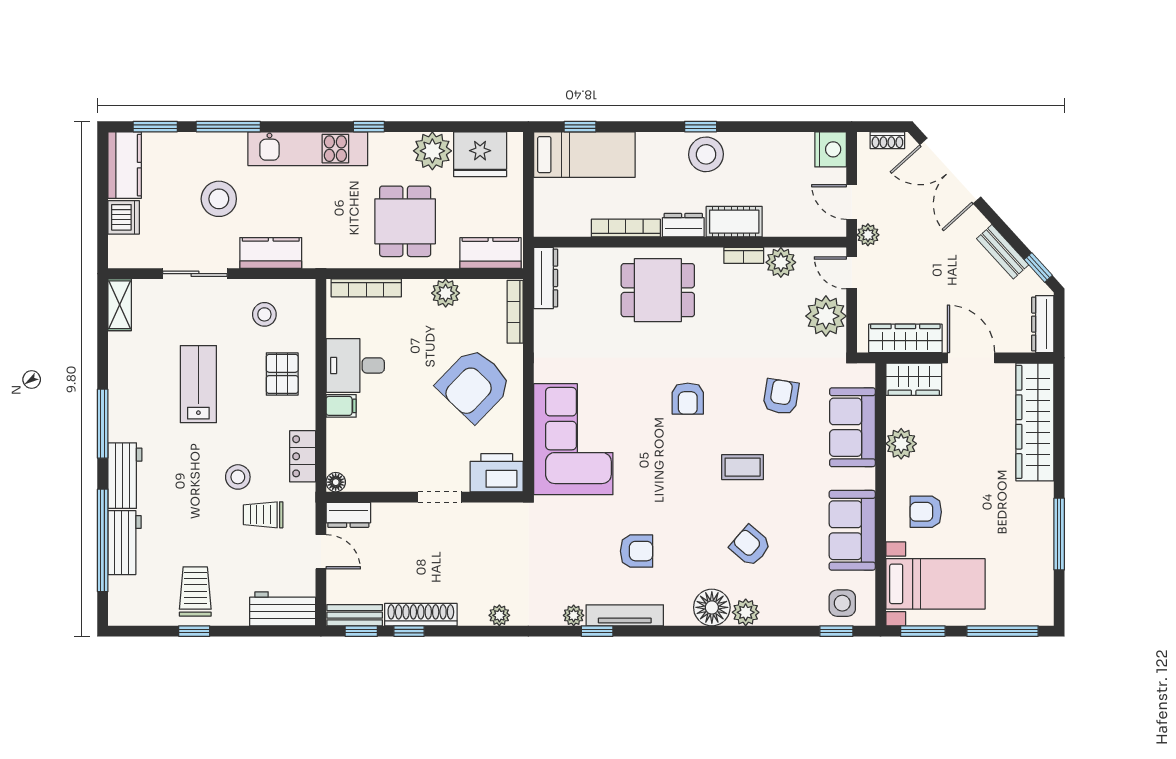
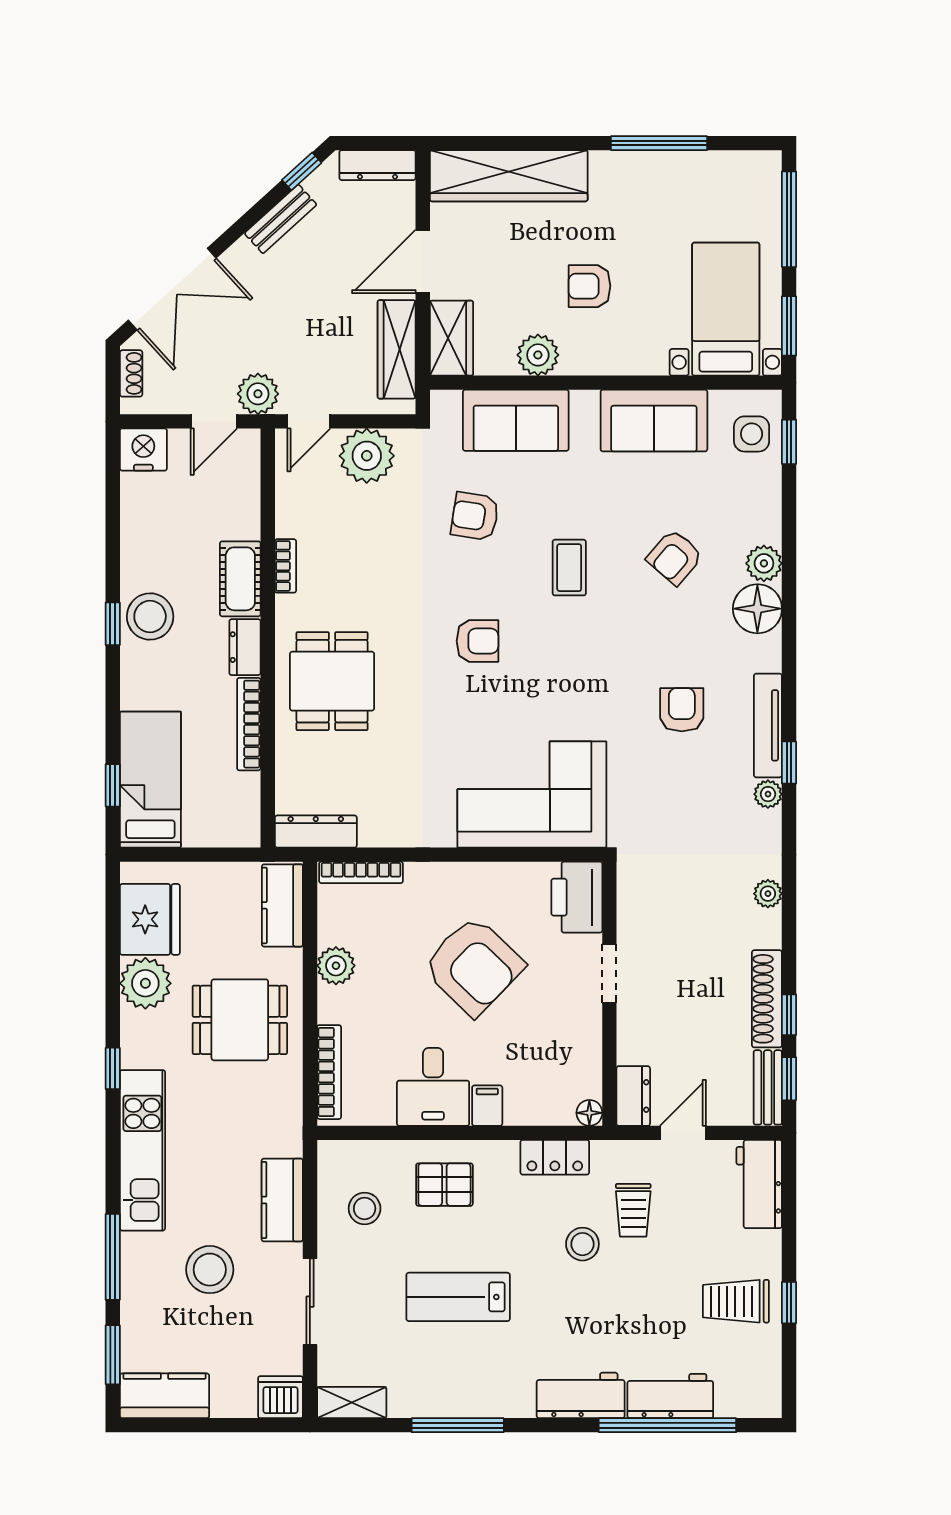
dishwasher: (124, 217) -> (280, 1397), moved
plant: (868, 235) -> (258, 394), width x1.38, depth x1.38
plant: (781, 262) -> (295, 516), removed
armchair: (474, 385) -> (473, 966), moved
window: (103, 424) -> (458, 1425), moved
armchair: (926, 512) -> (589, 286), moved, turned 90

